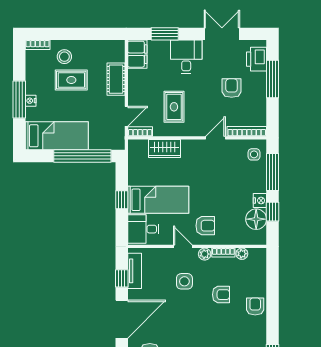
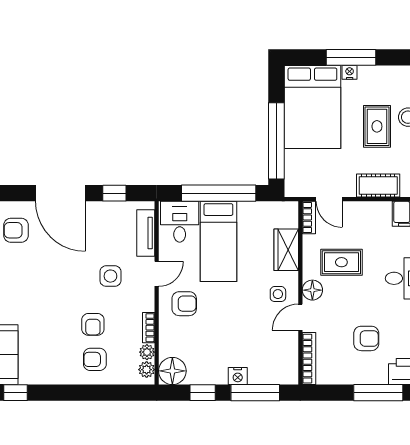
floor lamp: (195, 129) -> (312, 290), added
bed: (57, 136) -> (312, 107), width x1.50
door: (215, 138) -> (300, 317), swing flipped
side table: (254, 154) -> (278, 294), moved
window: (122, 200) -> (219, 193), width x3.17
nightstand: (260, 201) -> (238, 376), moved
floor lamp: (256, 219) -> (172, 371), moved
armchair: (205, 226) -> (184, 304), turned -90
plant: (205, 254) -> (147, 370), moved
tv unit: (135, 271) -> (146, 233), moved, turned 90
armchair: (255, 306) -> (95, 359), moved, turned 180

